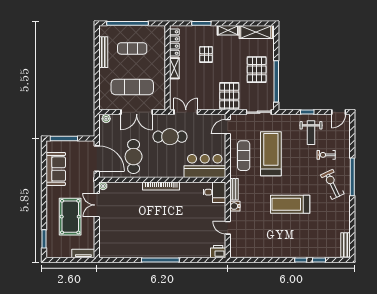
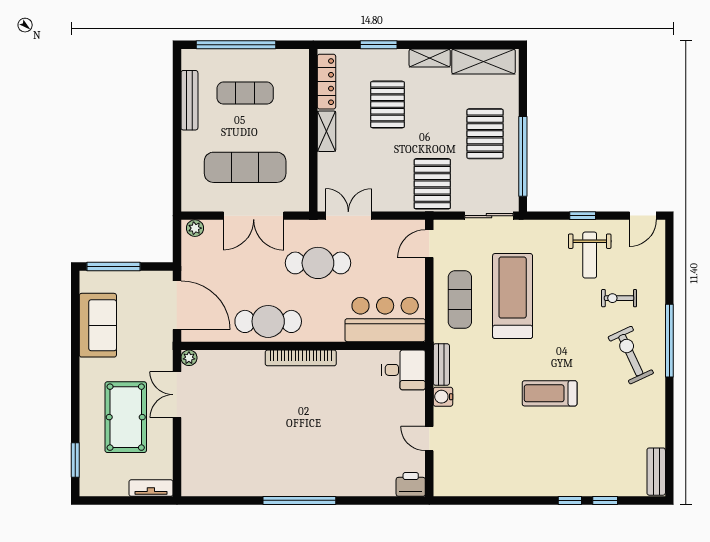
pallet: (206, 54) -> (387, 105), width x1.50, depth x1.42
cafe table: (134, 157) -> (268, 321), moved, turned 90
treadmill: (290, 204) -> (550, 393), width x0.73, depth x0.73

